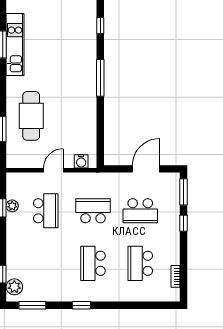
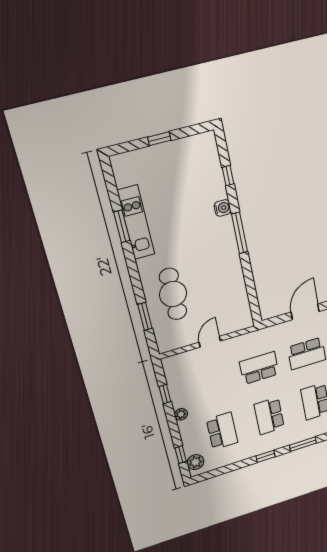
water cooler: (81, 161) -> (223, 208), moved, turned -90
plant: (12, 206) -> (181, 414), moved
school desk: (46, 211) -> (222, 431), moved
window: (32, 305) -> (303, 444), moved

